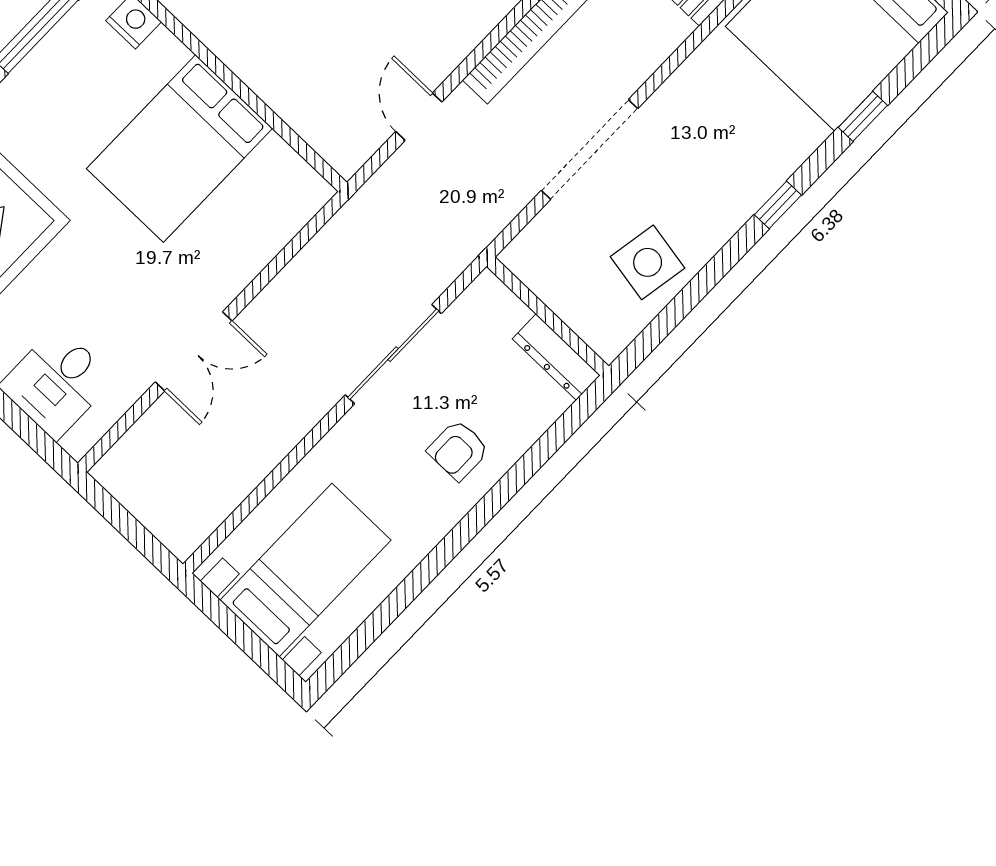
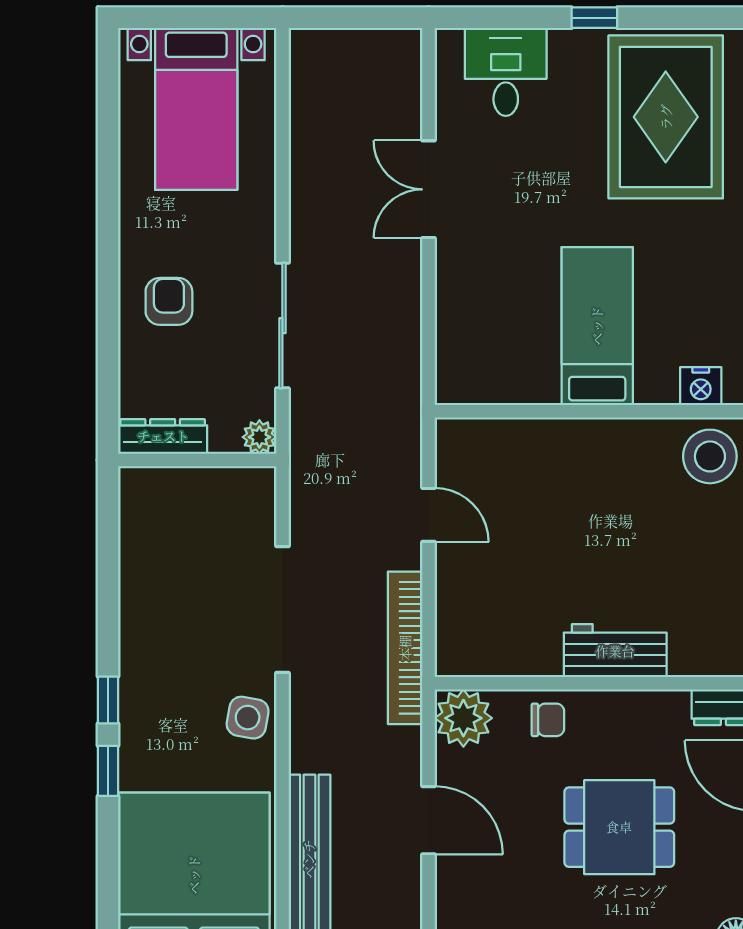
window: (863, 116) -> (108, 771), moved
bed: (180, 149) -> (597, 326), width x0.67
side table: (648, 262) -> (248, 718), moved, width x0.73, depth x0.73
plant: (487, 290) -> (259, 437), added

